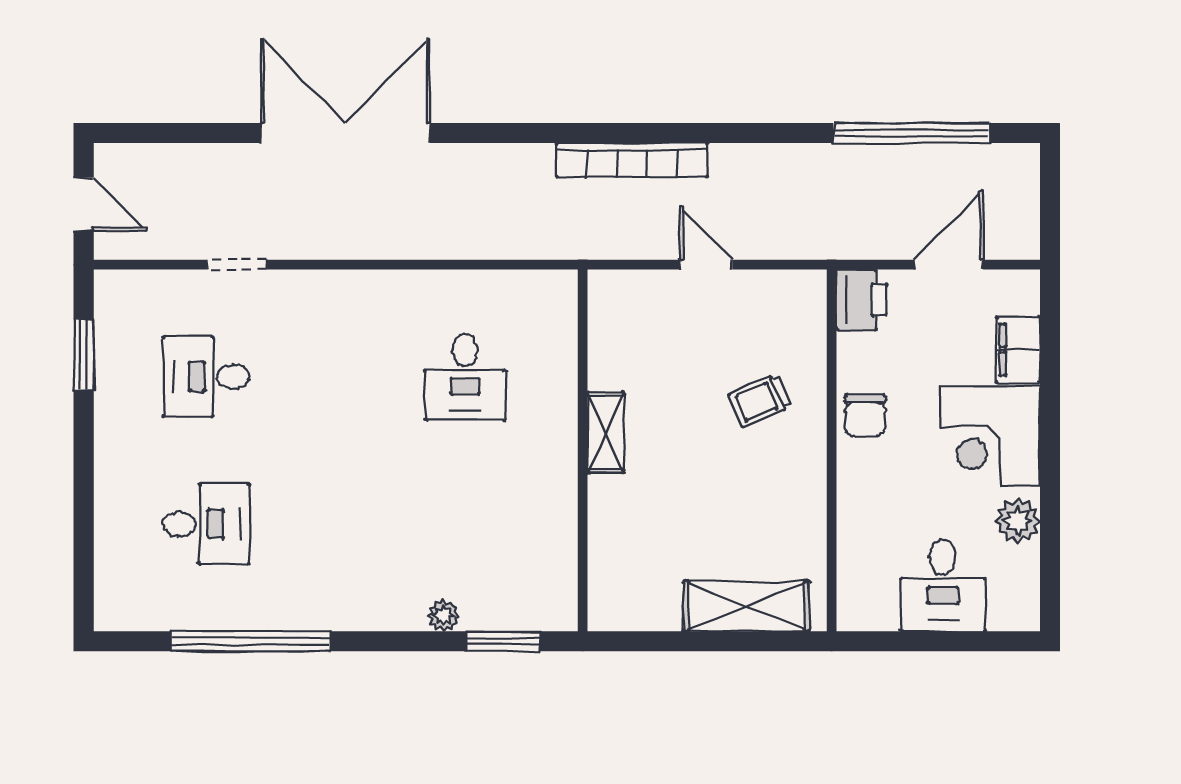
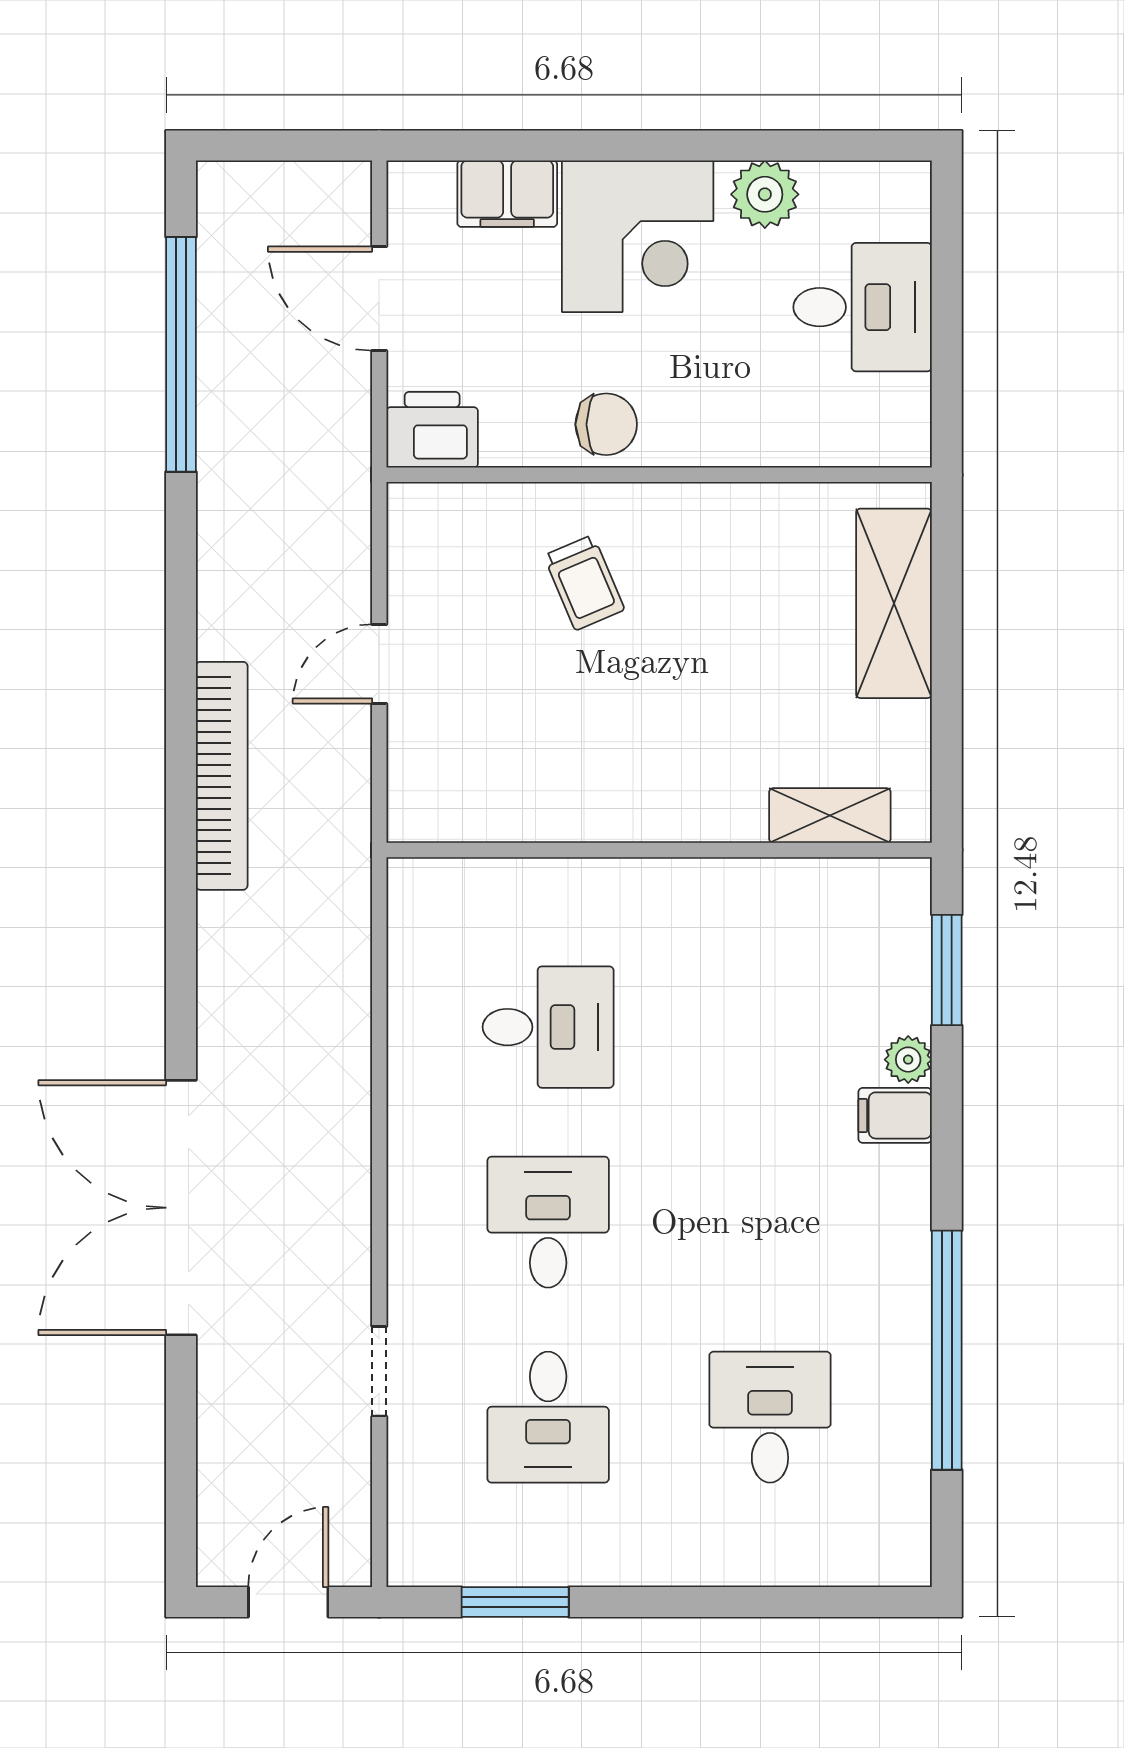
desk: (336, 377) -> (548, 1222), added
shelving: (606, 433) -> (830, 815), moved
filing cabinet: (407, 607) -> (895, 1115), added

